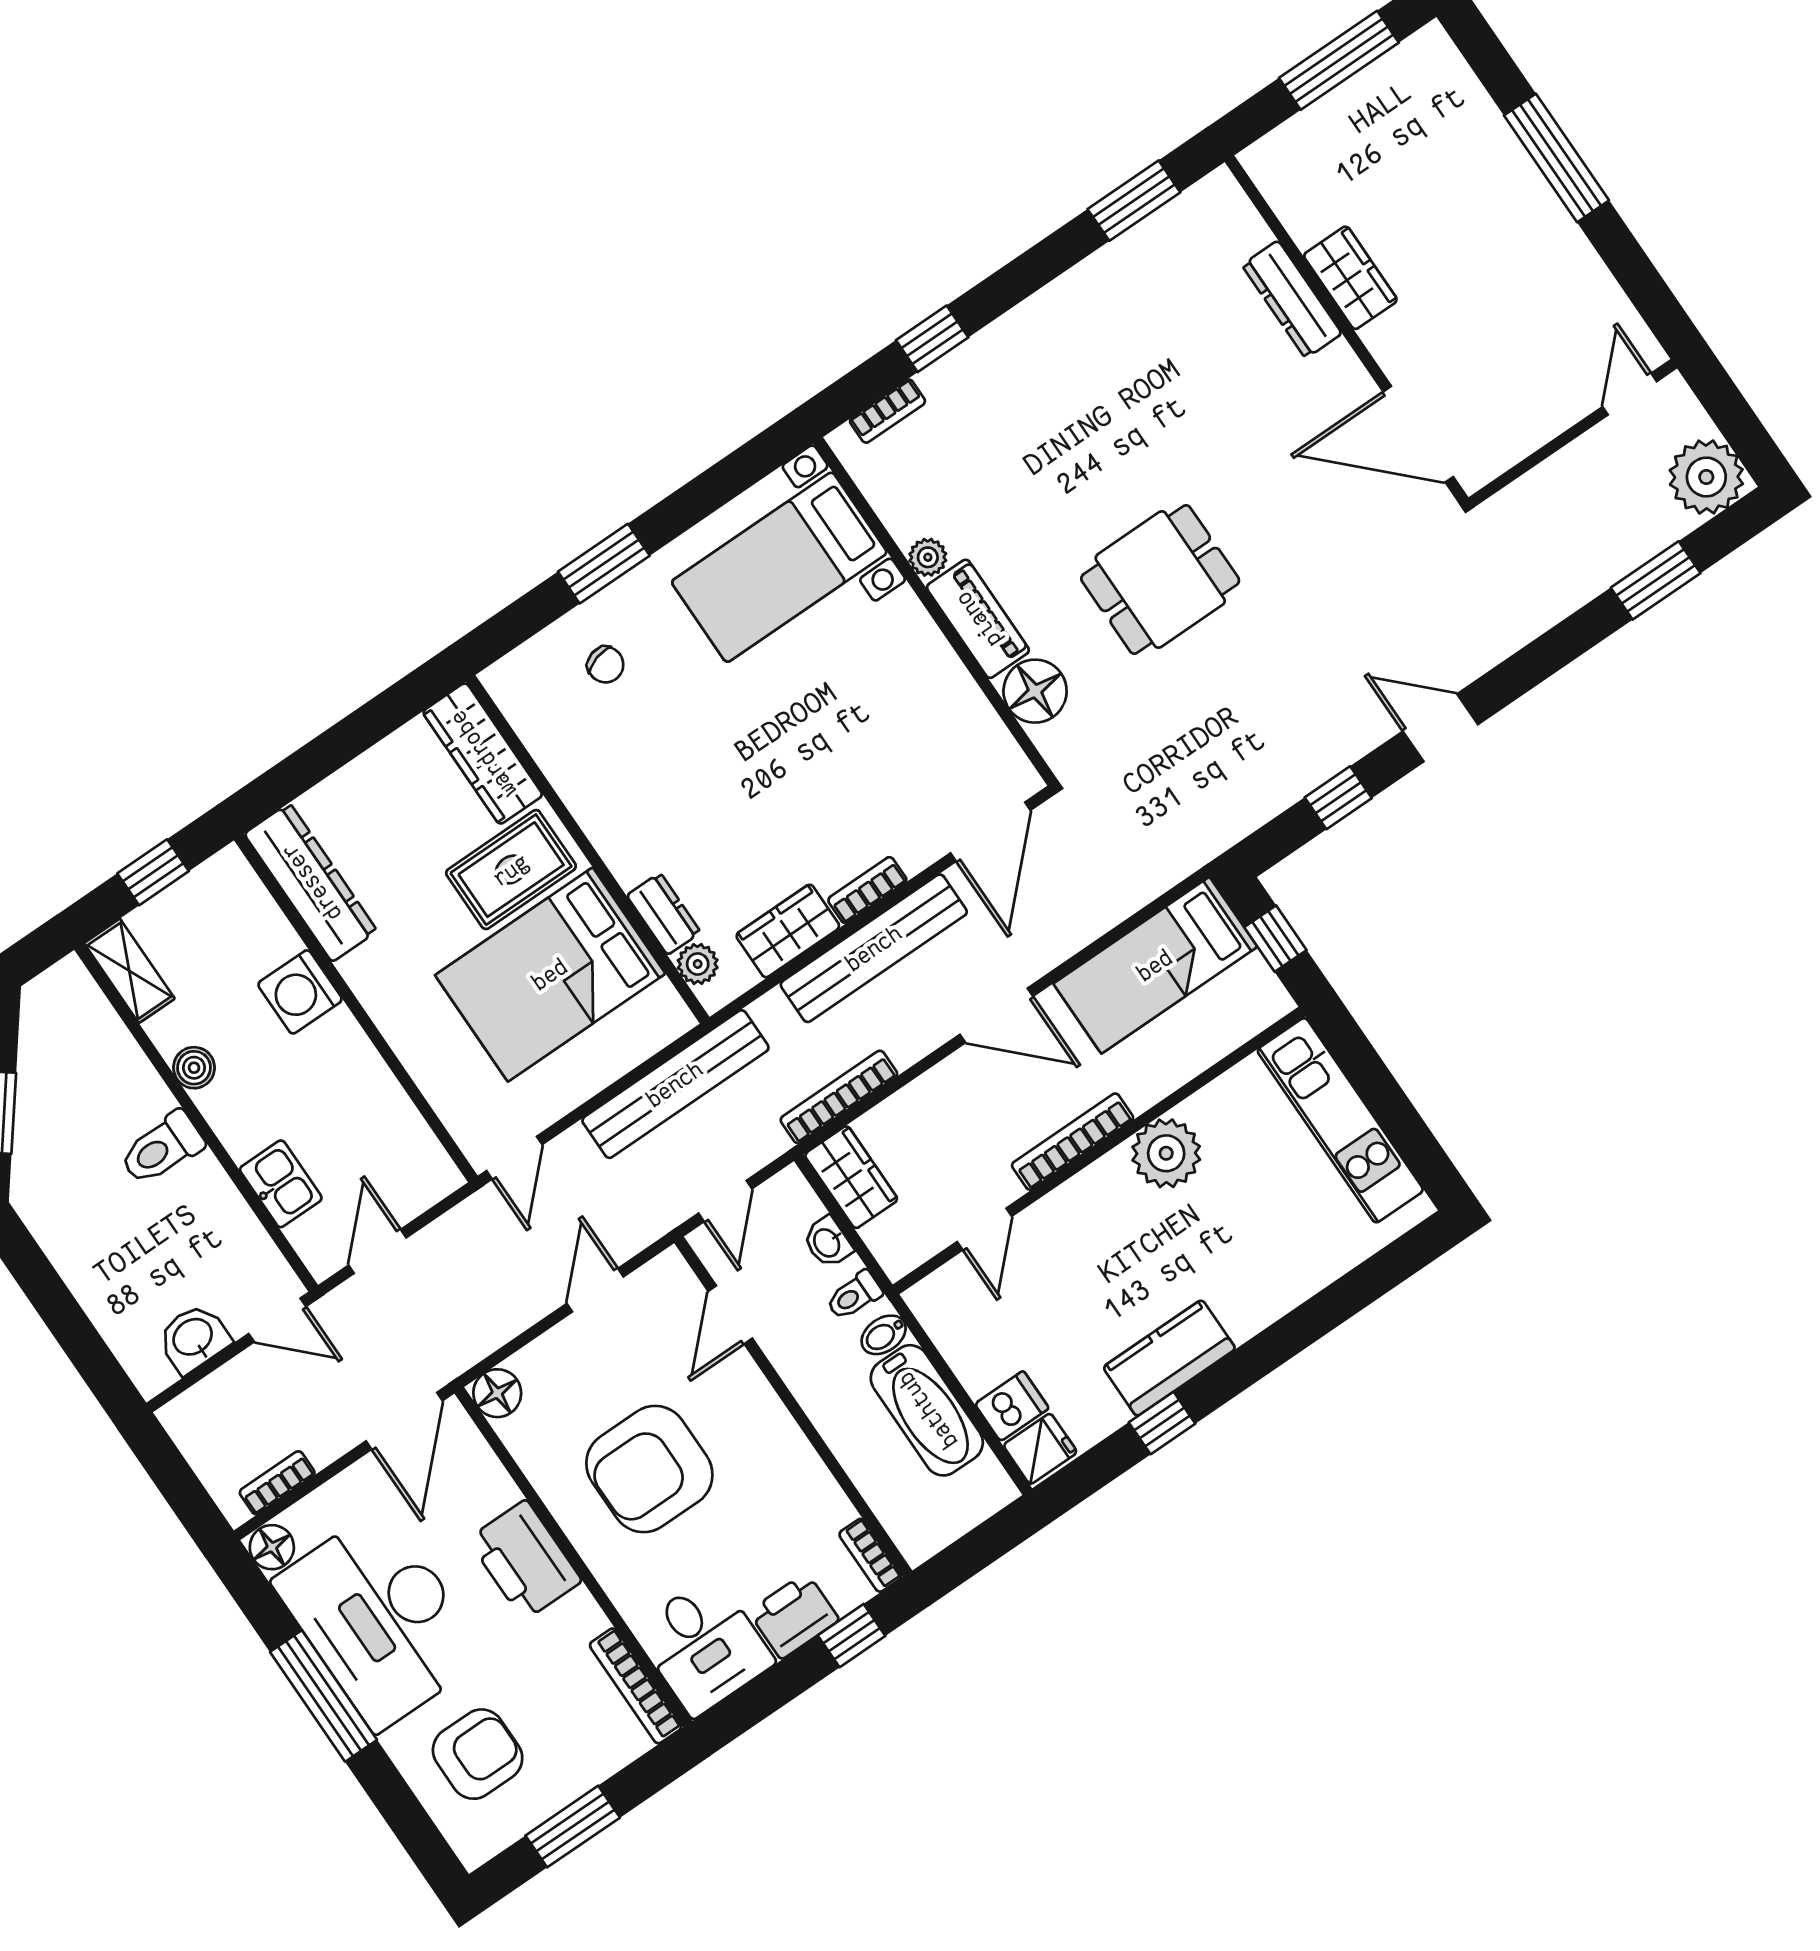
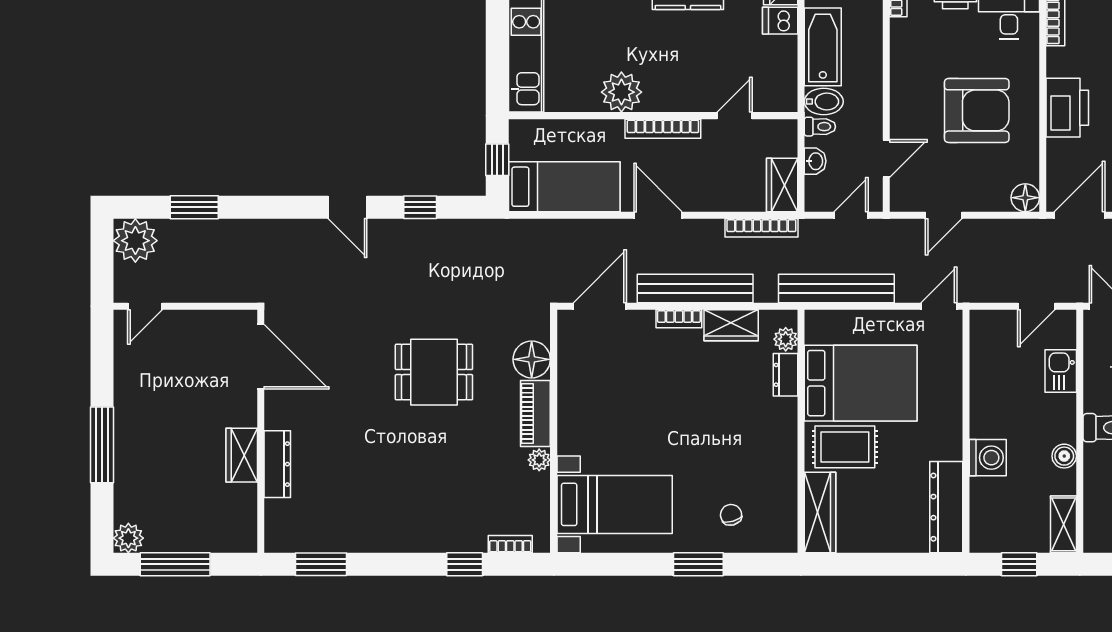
plant: (1430, 52) -> (128, 538), added
bidet: (884, 1335) -> (824, 101), width x1.38, depth x1.36

